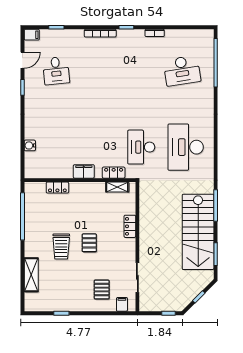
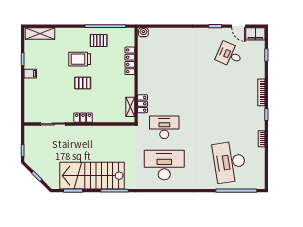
filing cabinet: (32, 35) -> (255, 34), width x2.00
desk: (56, 71) -> (229, 55), turned 30
desk: (182, 71) -> (229, 162), width x1.36, depth x1.30
water cooler: (30, 145) -> (143, 32), moved
filing cabinet: (84, 171) -> (144, 78), removed
locker: (57, 188) -> (130, 61), width x1.53
locker: (130, 226) -> (83, 118), moved
shelving: (31, 275) -> (40, 33), moved
pallet: (102, 290) -> (99, 40), moved
filing cabinet: (122, 304) -> (30, 74), moved

